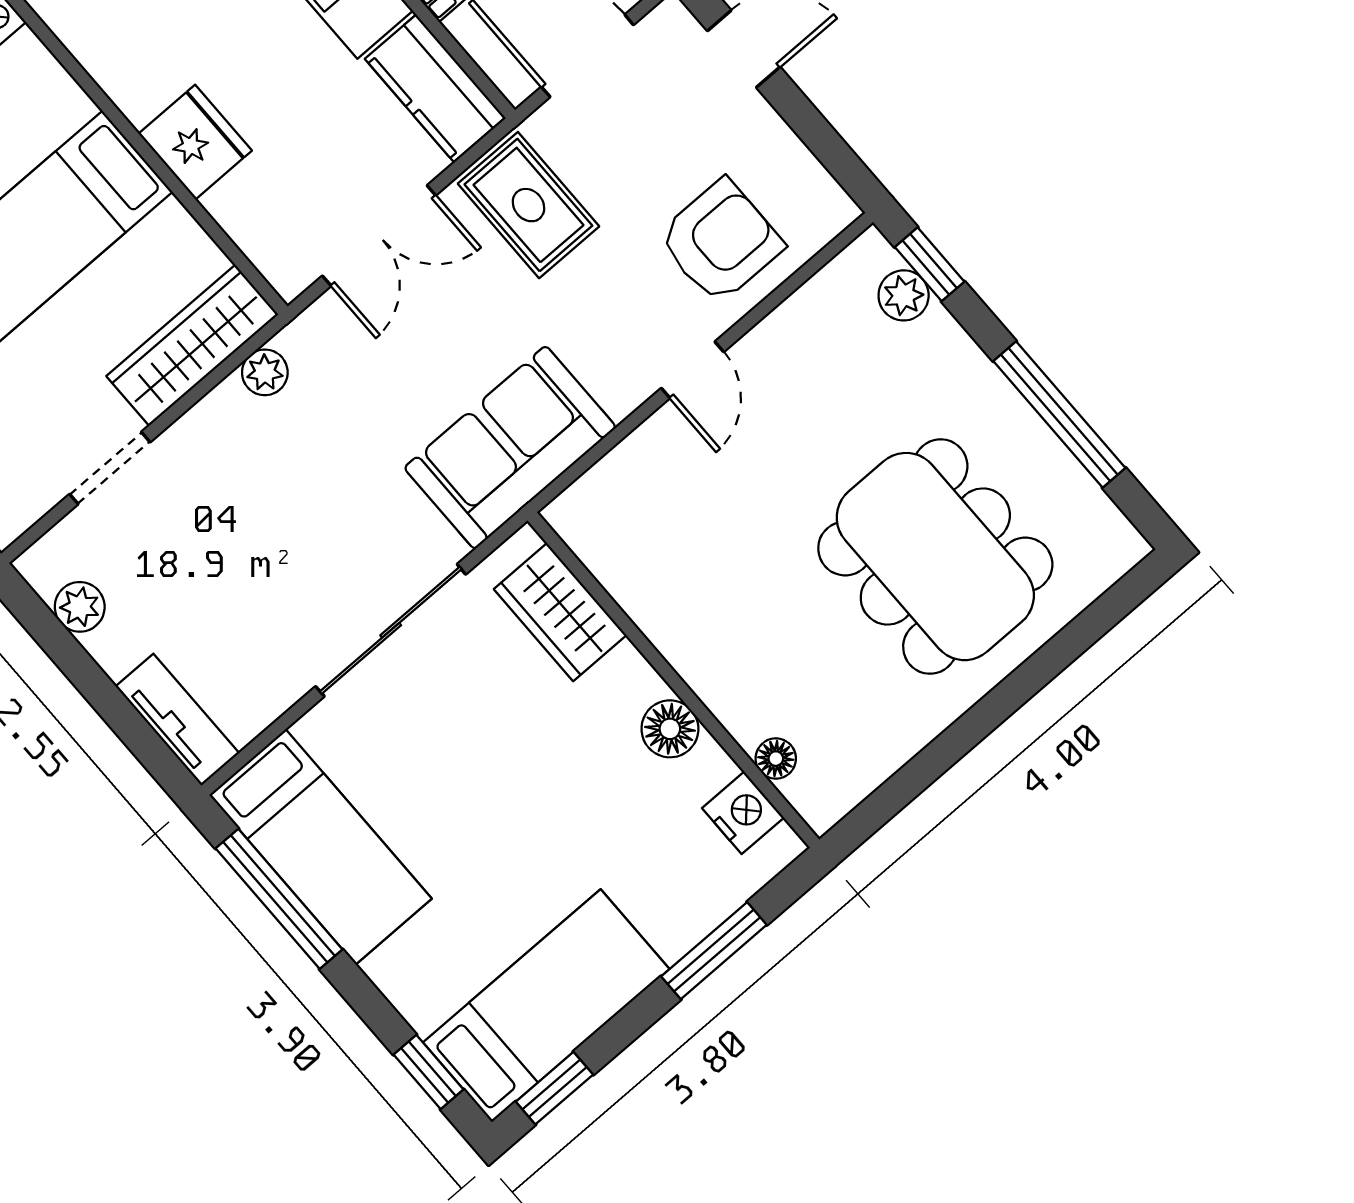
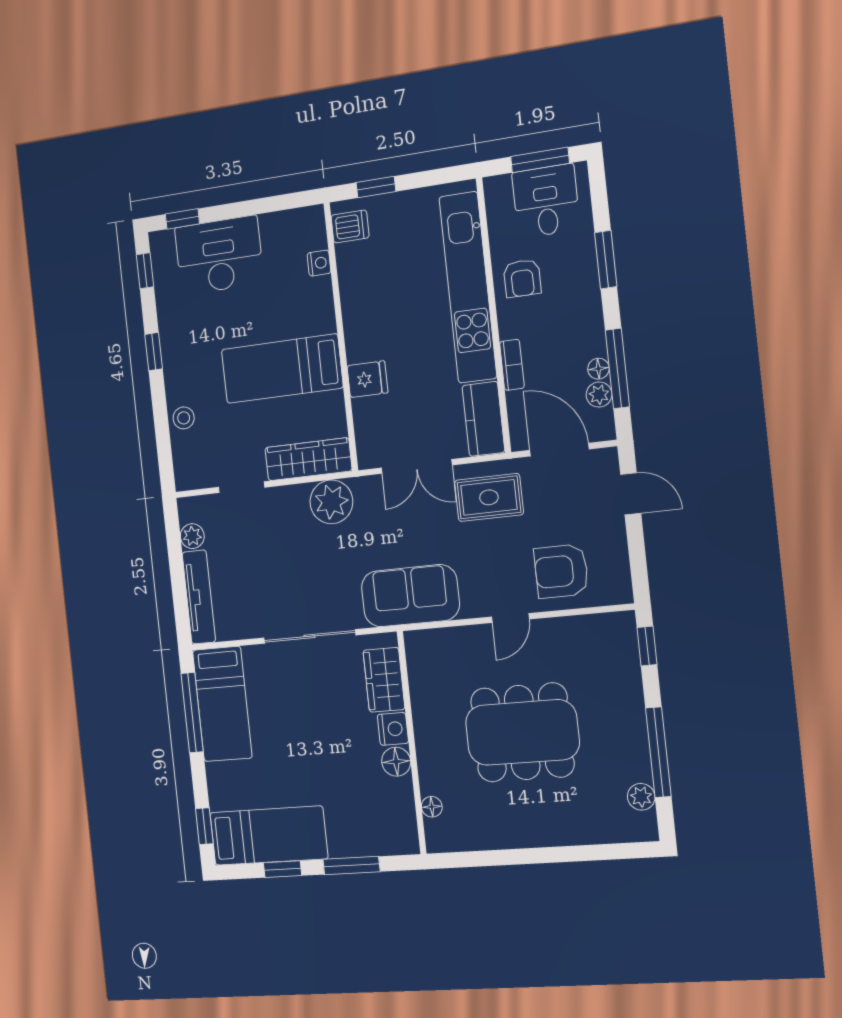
fridge: (195, 142) -> (367, 379), width x0.72
rug: (528, 205) -> (489, 497), turned 90
armchair: (721, 241) -> (561, 571), turned 180
plant: (904, 295) -> (641, 797), moved
plant: (265, 372) -> (331, 502), width x1.87, depth x1.87
dining table: (935, 557) -> (522, 732), moved, turned 90
tv unit: (177, 720) -> (199, 597), width x1.41
nightstand: (743, 813) -> (393, 729), moved
window: (554, 1088) -> (283, 869), moved

